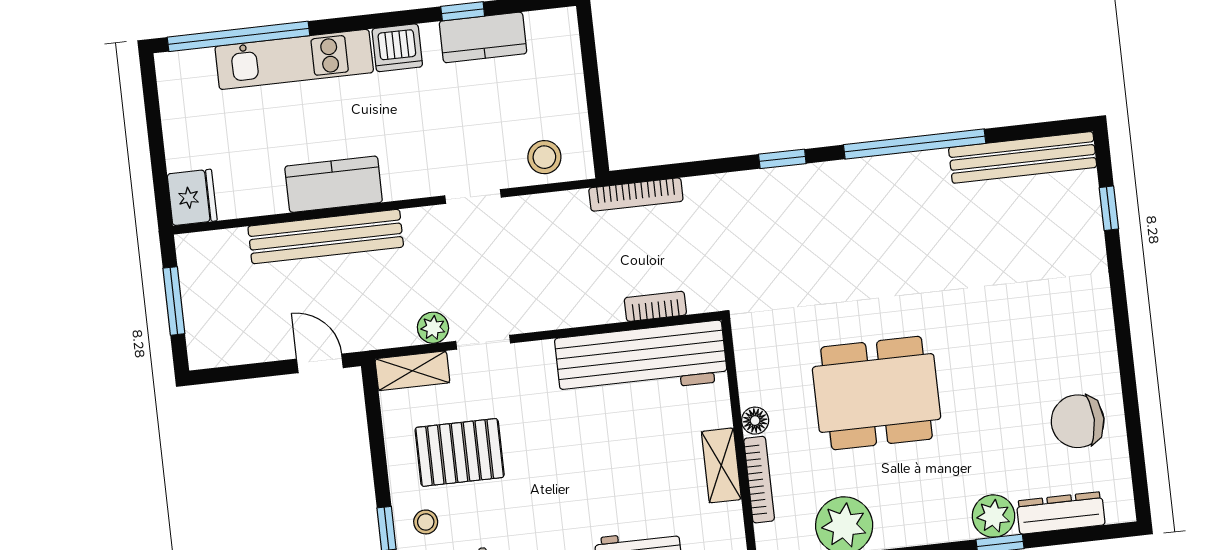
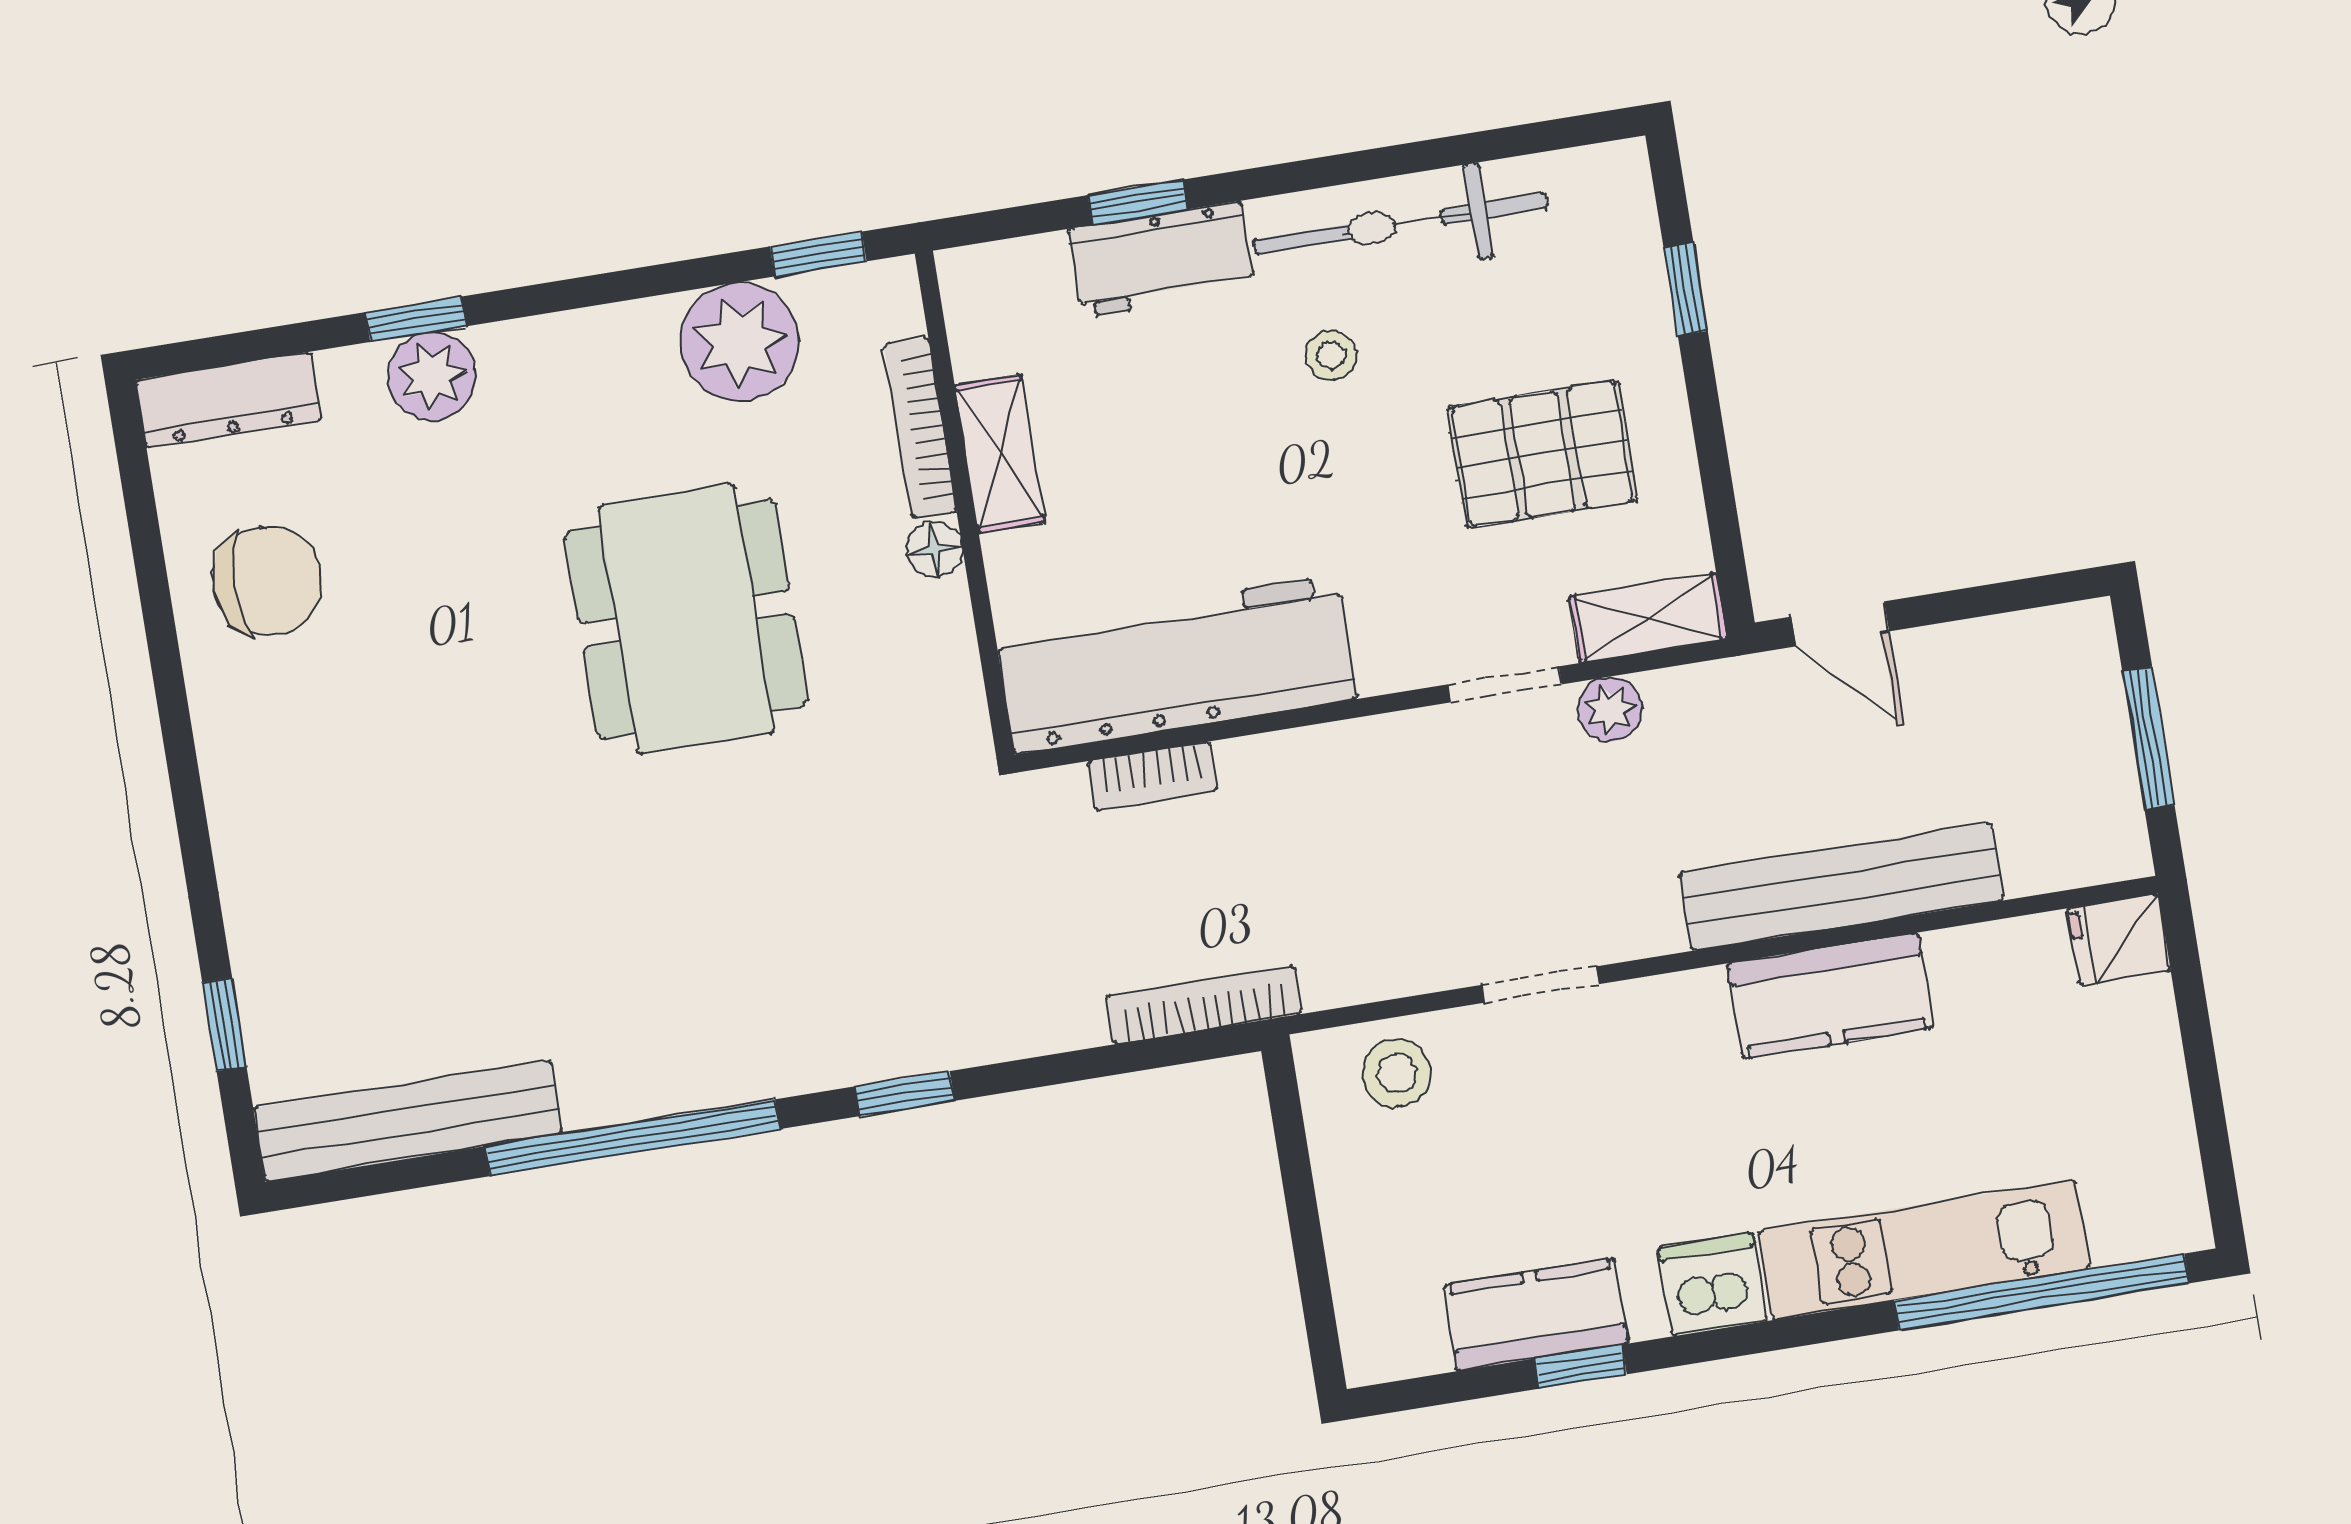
fridge: (192, 197) -> (2119, 939), width x0.72
dining table: (877, 393) -> (686, 619), turned 90
dresser: (1061, 513) -> (229, 400), moved
stool: (426, 522) -> (1331, 355), moved

